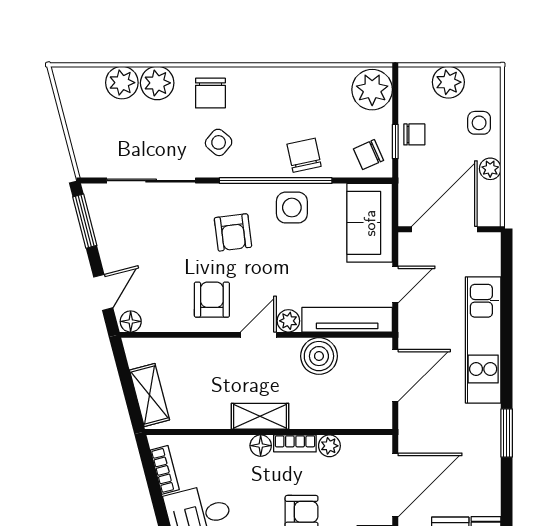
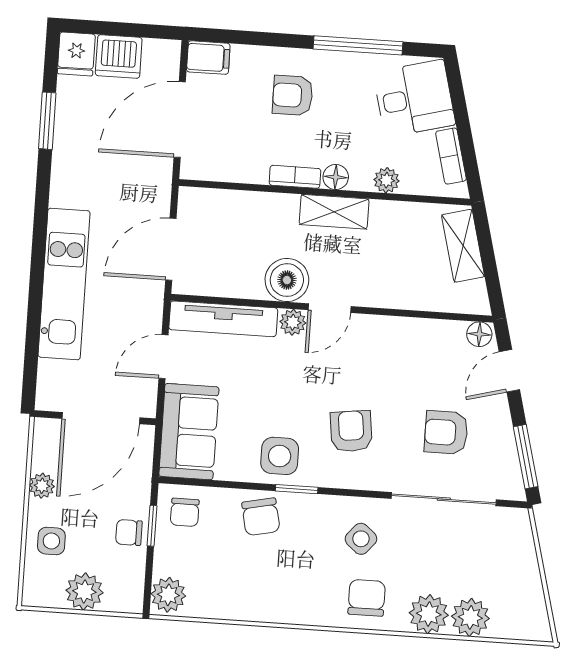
plant: (372, 90) -> (168, 595), width x0.73, depth x0.73
chair: (369, 155) -> (185, 512), turned 114
window: (276, 181) -> (297, 489), width x0.32
armchair: (212, 300) -> (446, 432), moved, turned 90
boiler: (319, 356) -> (287, 280), moved
window: (507, 433) -> (47, 121), moved
plant: (329, 446) -> (387, 180), moved

